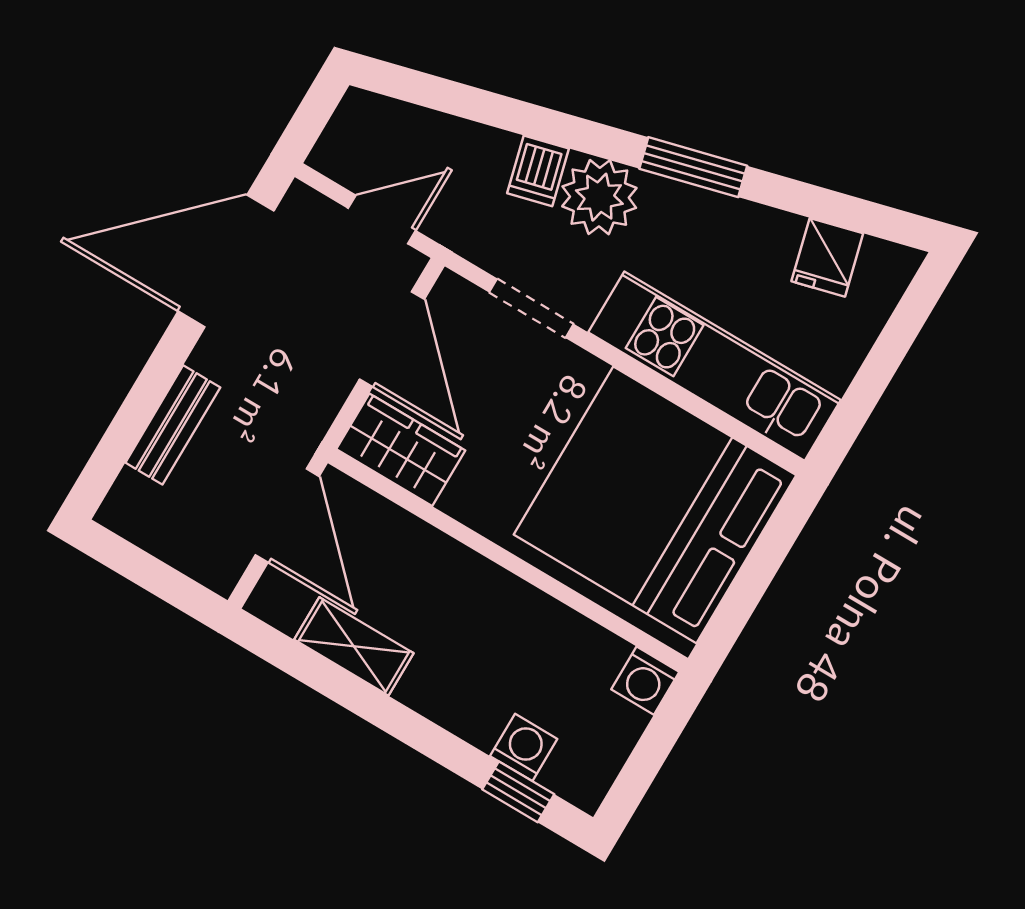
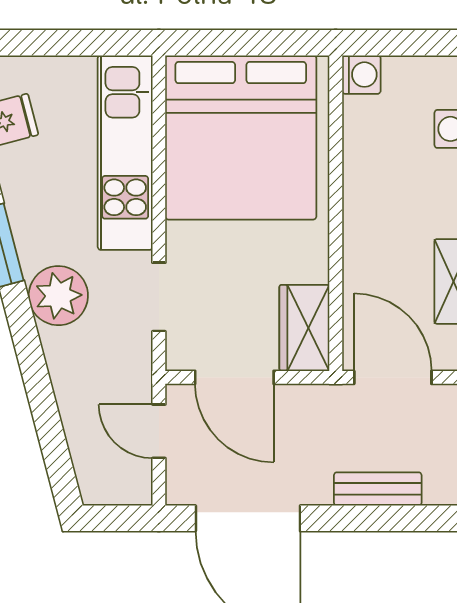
dishwasher: (538, 171) -> (65, 347), removed
door: (392, 339) -> (234, 377), swing flipped
door: (287, 516) -> (393, 377), hinge flipped

